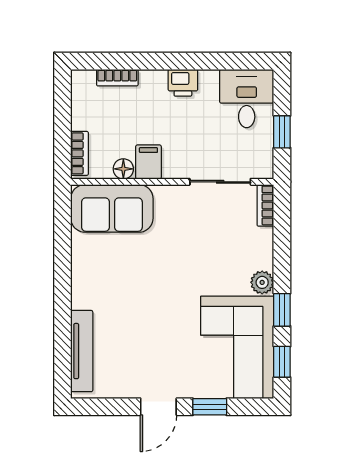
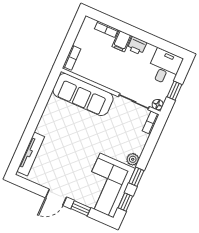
filing cabinet: (148, 162) -> (122, 41), moved, turned 180
floor lamp: (123, 169) -> (158, 105), moved
sofa: (112, 208) -> (83, 95), width x1.36

